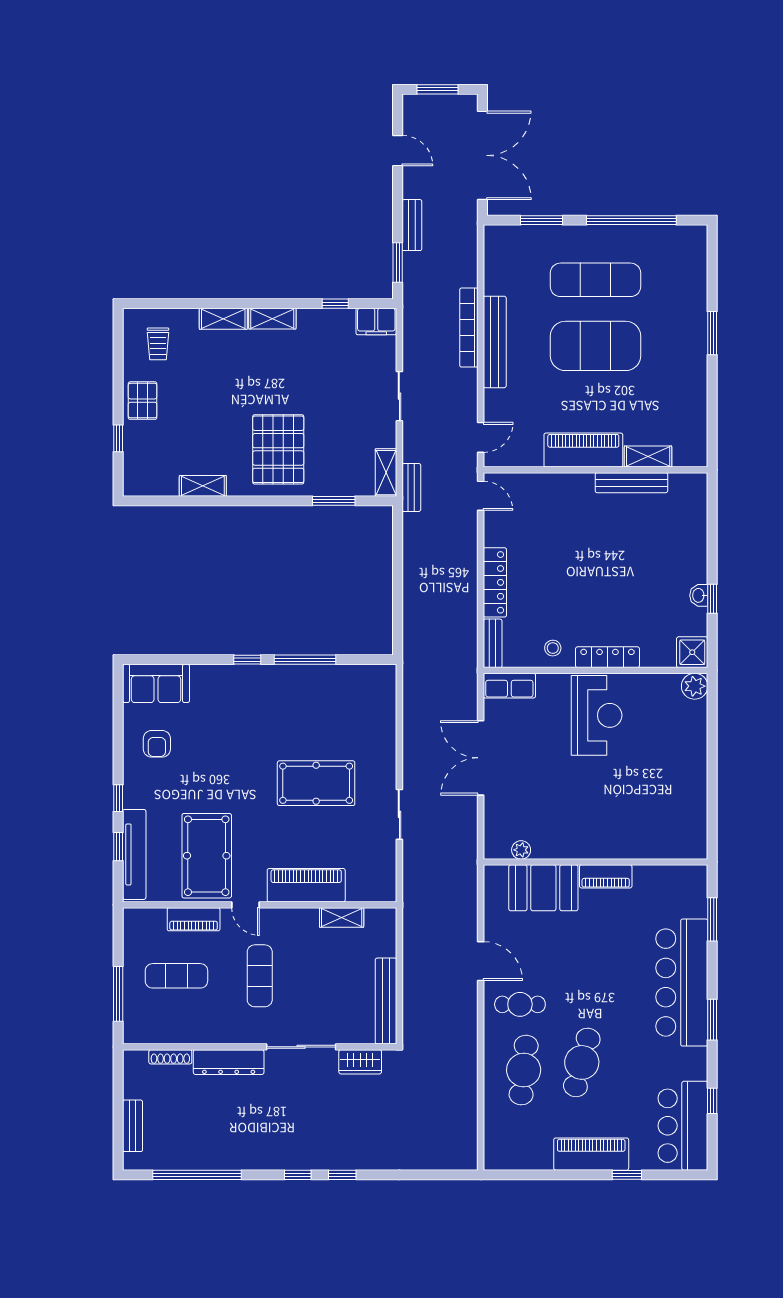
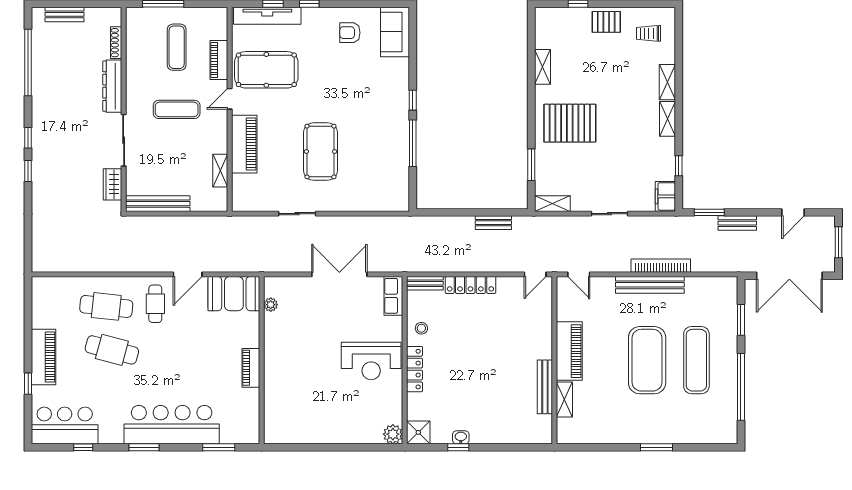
bench: (411, 487) -> (493, 223), moved
booth: (543, 888) -> (234, 294), moved, turned 90

